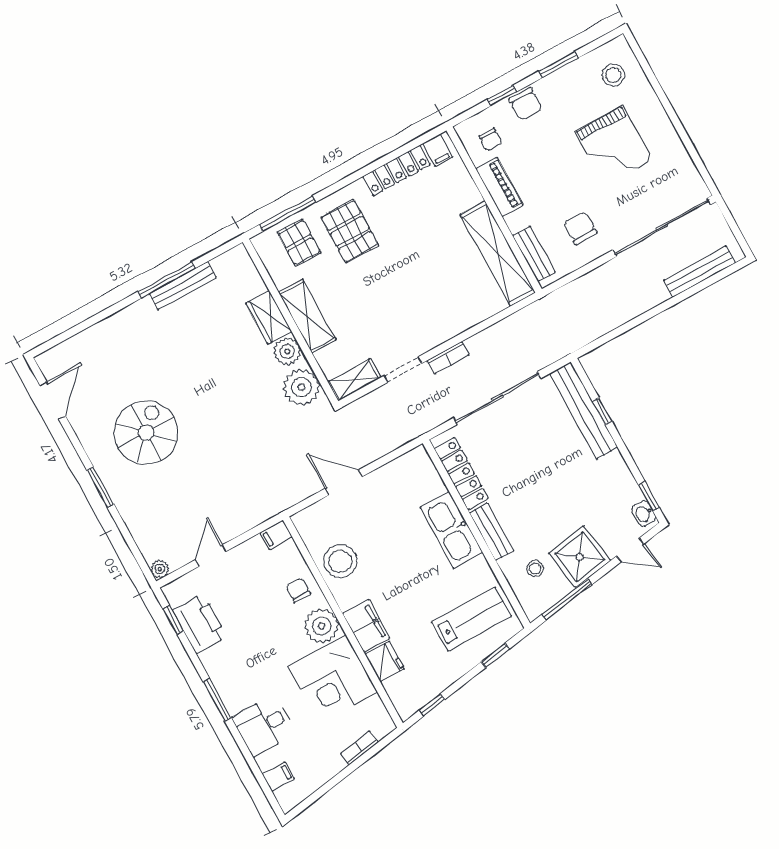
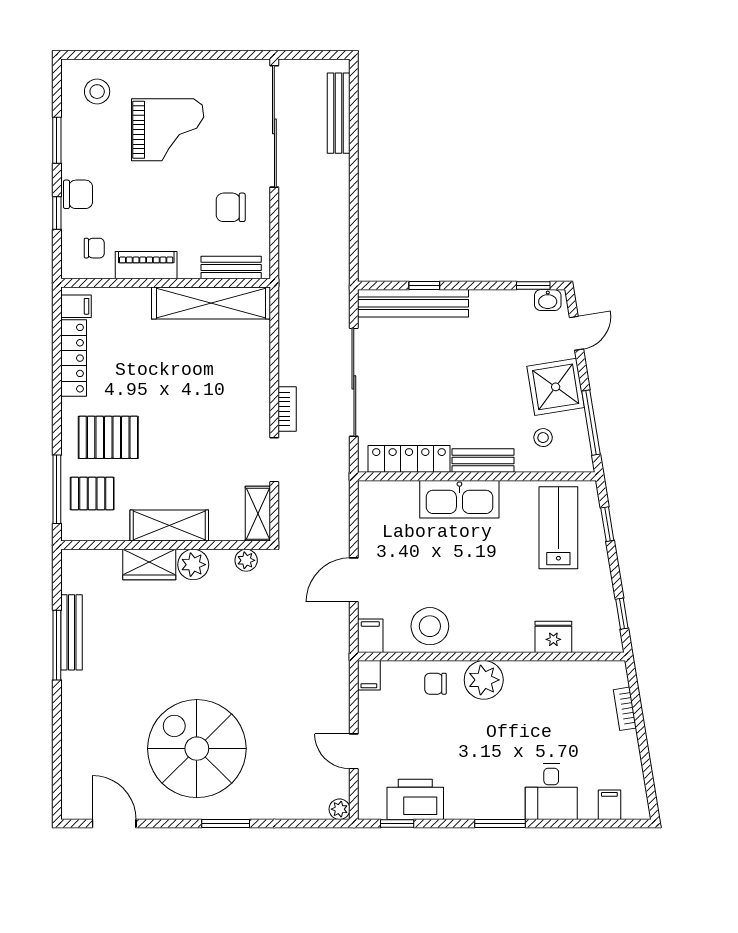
plant: (301, 387) -> (246, 560), width x0.53, depth x0.53
spiral stairs: (146, 433) -> (197, 749), width x1.37, depth x1.37
filing cabinet: (366, 626) -> (370, 636), moved, width x0.50
corner desk: (333, 679) -> (543, 698), removed

